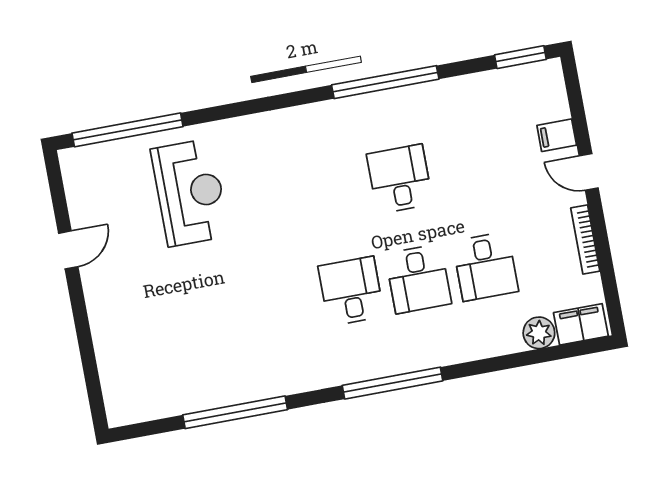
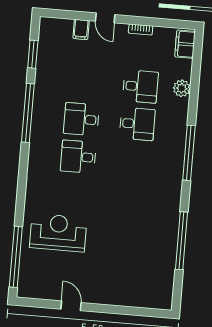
window: (520, 57) -> (33, 54), moved
door: (589, 172) -> (105, 18), hinge flipped
bookcase: (585, 240) -> (141, 29), width x0.64
desk: (351, 291) -> (78, 157), moved
plant: (539, 333) -> (182, 88), moved

